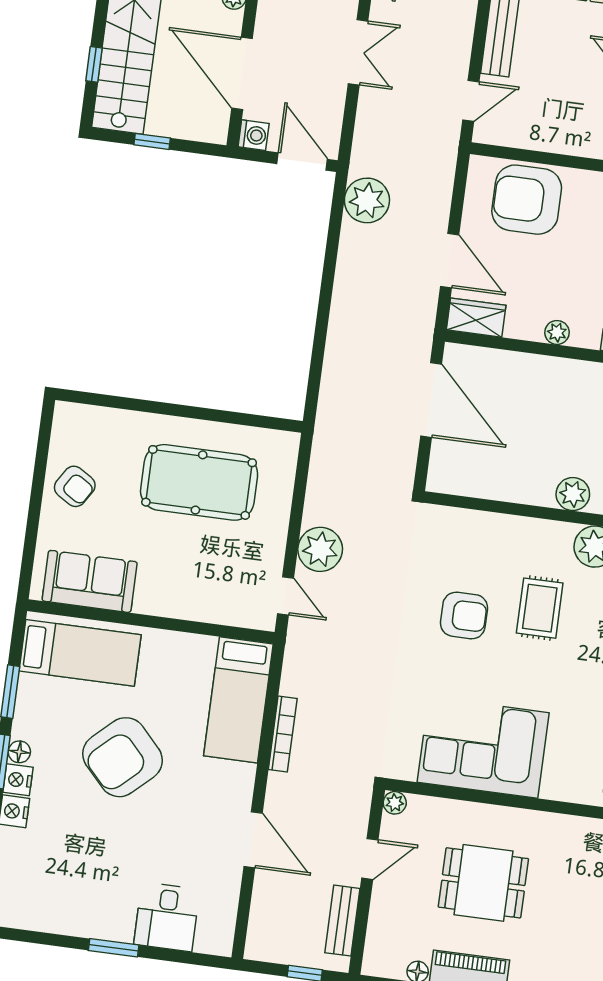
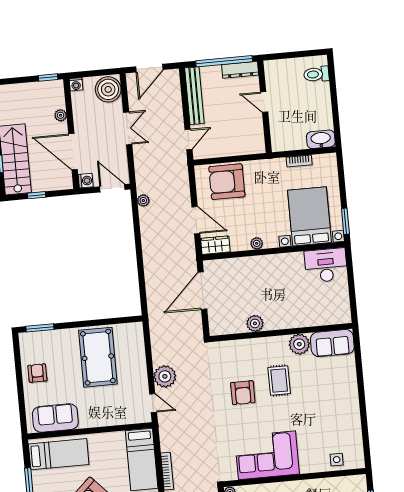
plant: (367, 200) -> (143, 200), width x0.53, depth x0.53
window: (100, 400) -> (40, 328), added
door: (431, 400) -> (202, 291), swing flipped
pool table: (199, 482) -> (98, 357), turned 90
armchair: (75, 486) -> (37, 373), turned -122
plant: (573, 494) -> (255, 323), moved
armchair: (464, 615) -> (243, 393), turned 90

